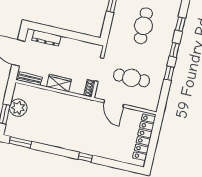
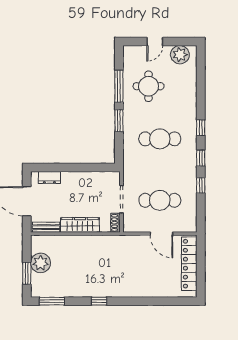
cafe table: (143, 26) -> (160, 139), turned 90
dresser: (46, 38) -> (49, 177), width x0.70
wardrobe: (59, 83) -> (80, 225), width x1.50
door: (114, 104) -> (162, 234), moved
window: (85, 157) -> (99, 301), moved

